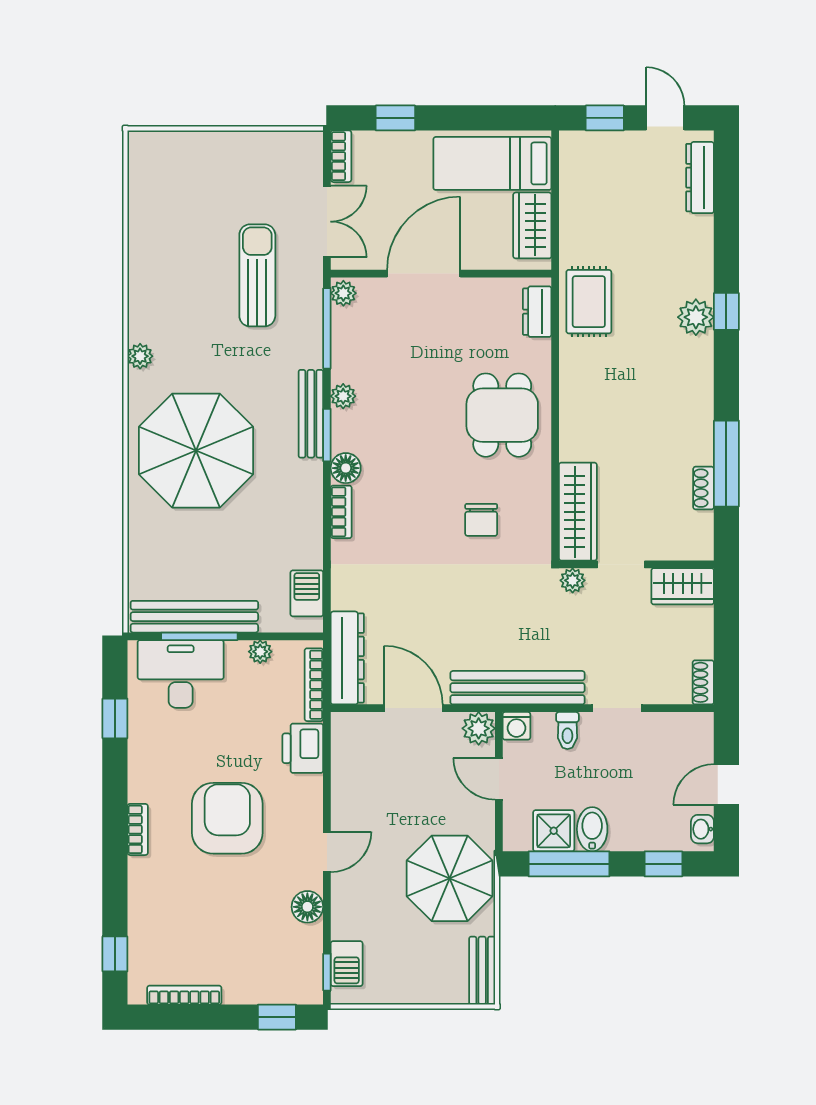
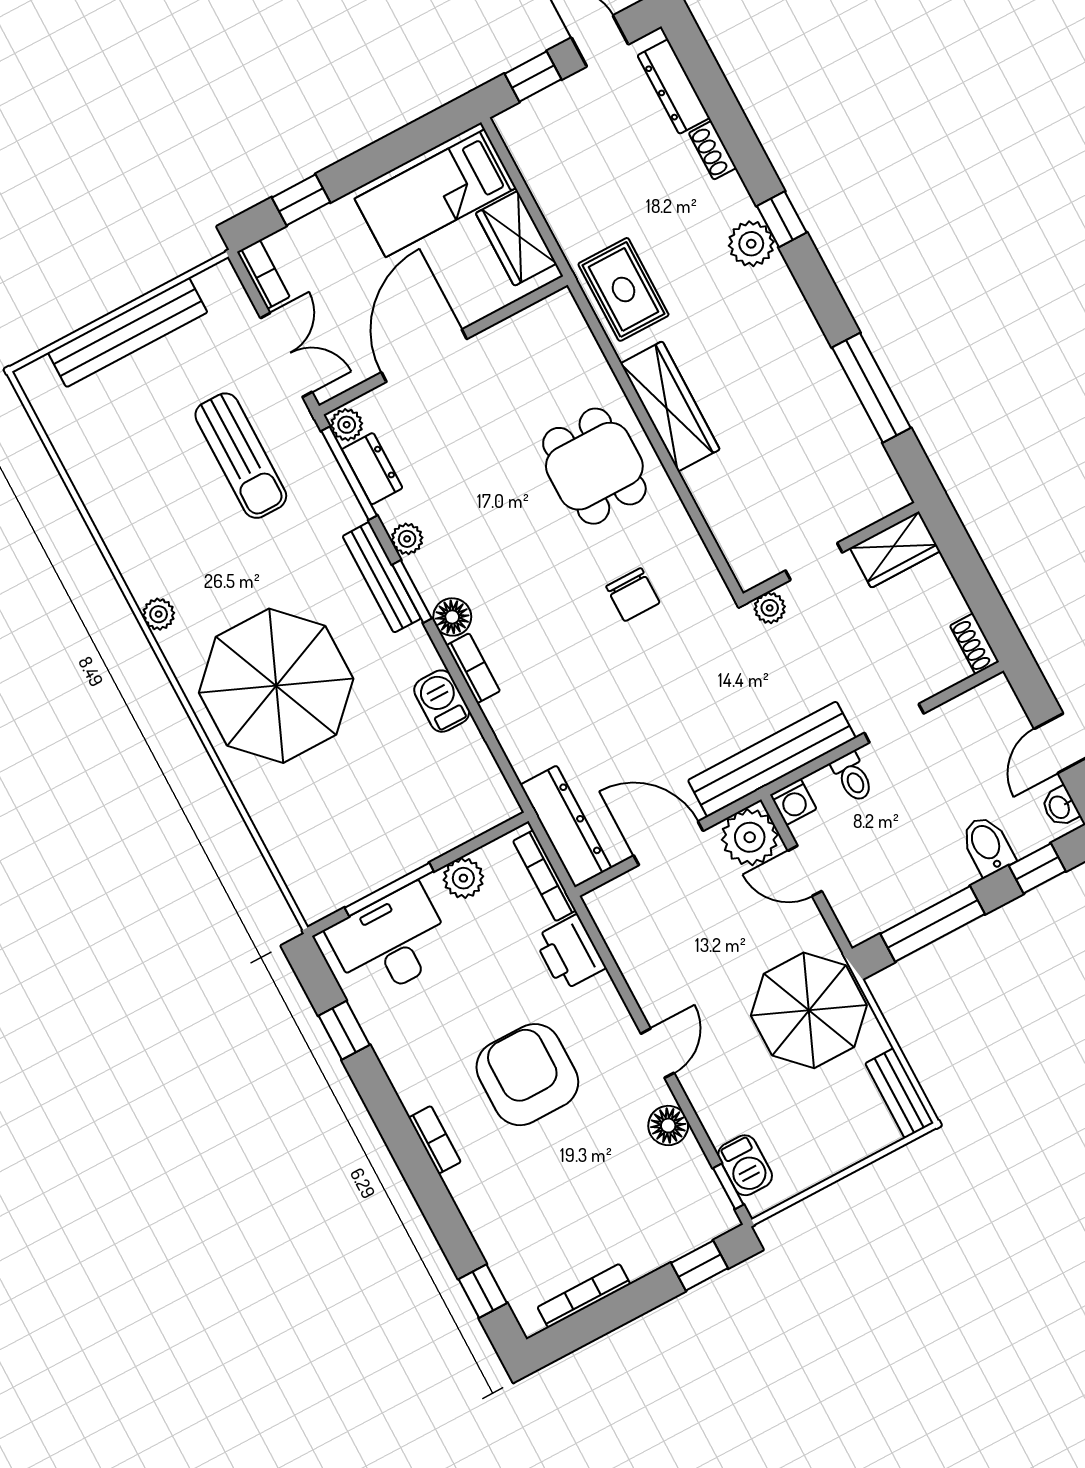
sun lounger: (257, 275) -> (241, 456), turned 180
dresser: (537, 312) -> (372, 469), moved, turned 180
shoe rack: (704, 488) -> (713, 150), moved
wardrobe: (578, 512) -> (670, 406), moved
barbecue: (307, 593) -> (442, 701), moved
bench: (194, 617) -> (128, 332), moved
plant: (260, 652) -> (463, 878), width x1.38, depth x1.38
plant: (479, 728) -> (750, 837), width x1.36, depth x1.36
bidet: (592, 829) -> (987, 846), moved
shower: (554, 831) -> (896, 896), removed

